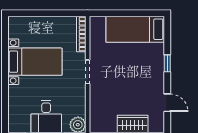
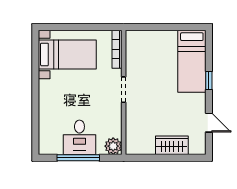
bed: (135, 29) -> (192, 61), moved, turned -90
bed with nightstands: (35, 62) -> (67, 54), moved

